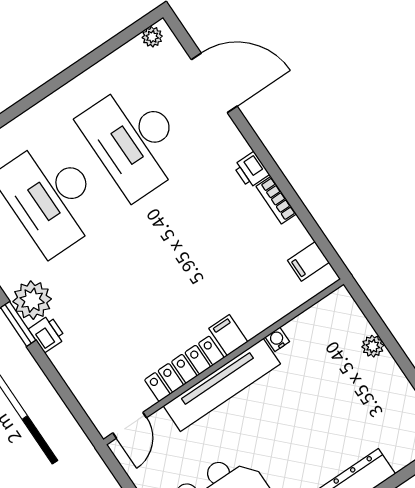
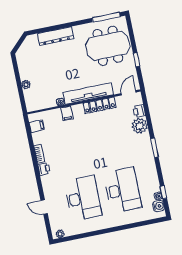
door: (214, 83) -> (44, 207), width x0.53
plant: (32, 300) -> (140, 126), moved
printer: (47, 334) -> (139, 111), moved
filing cabinet: (228, 335) -> (67, 113), moved

